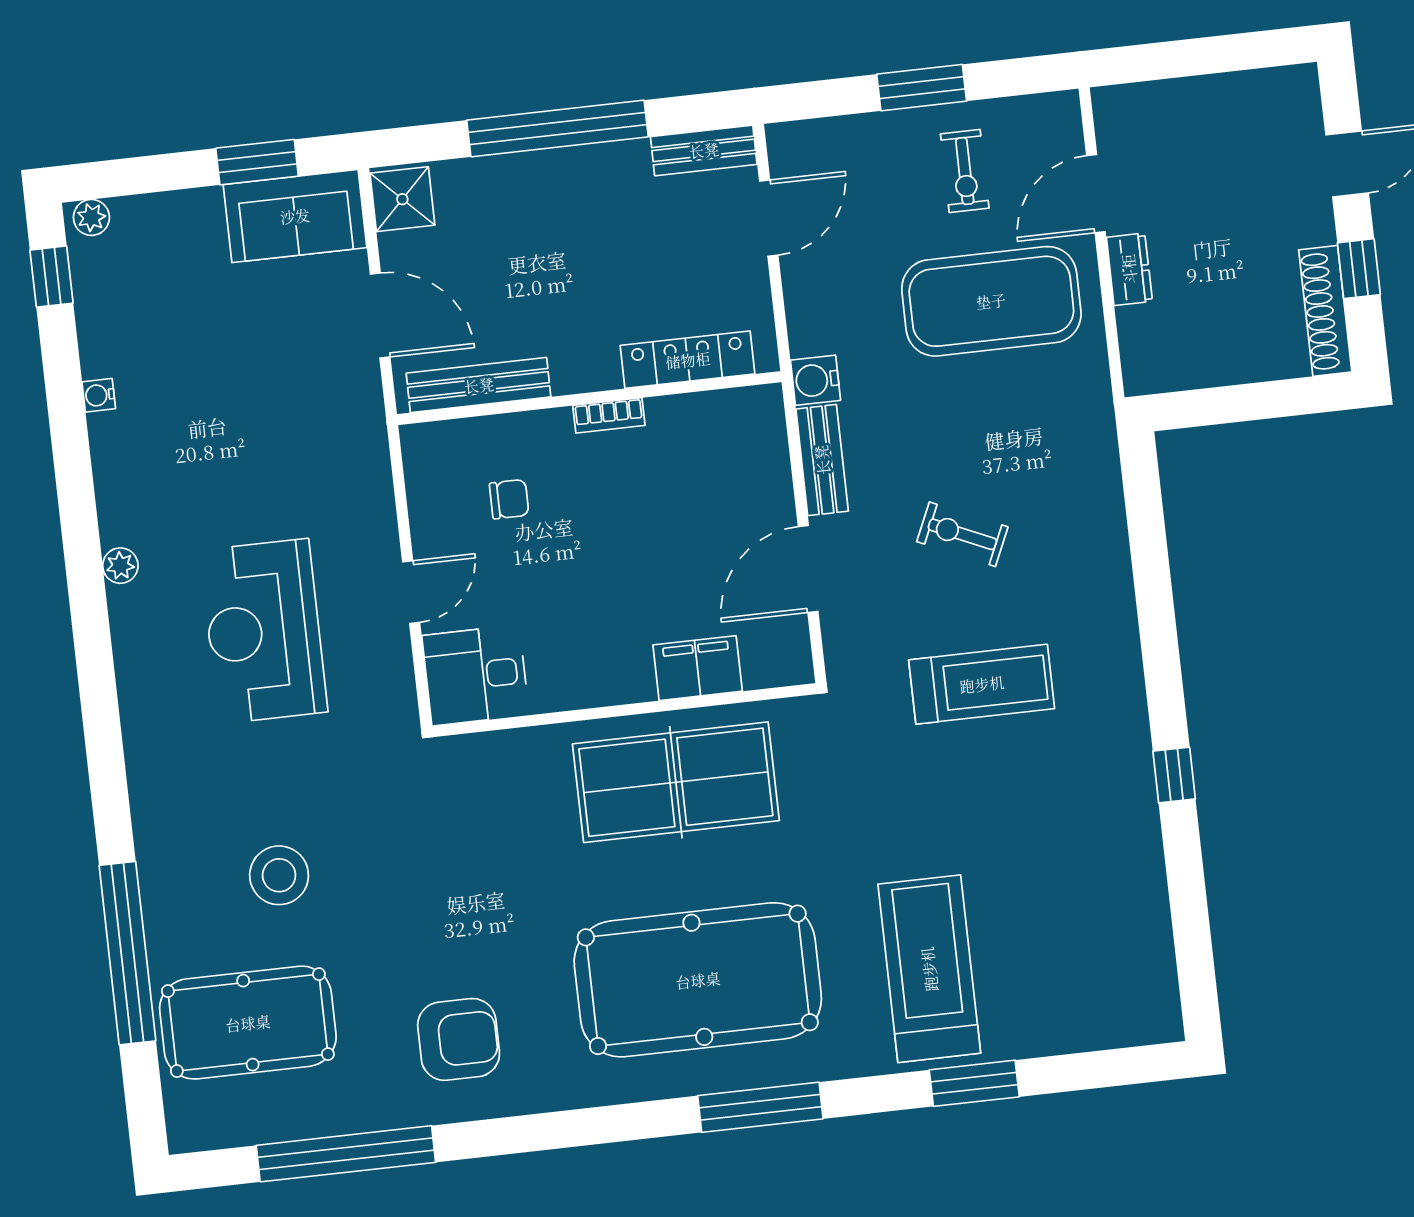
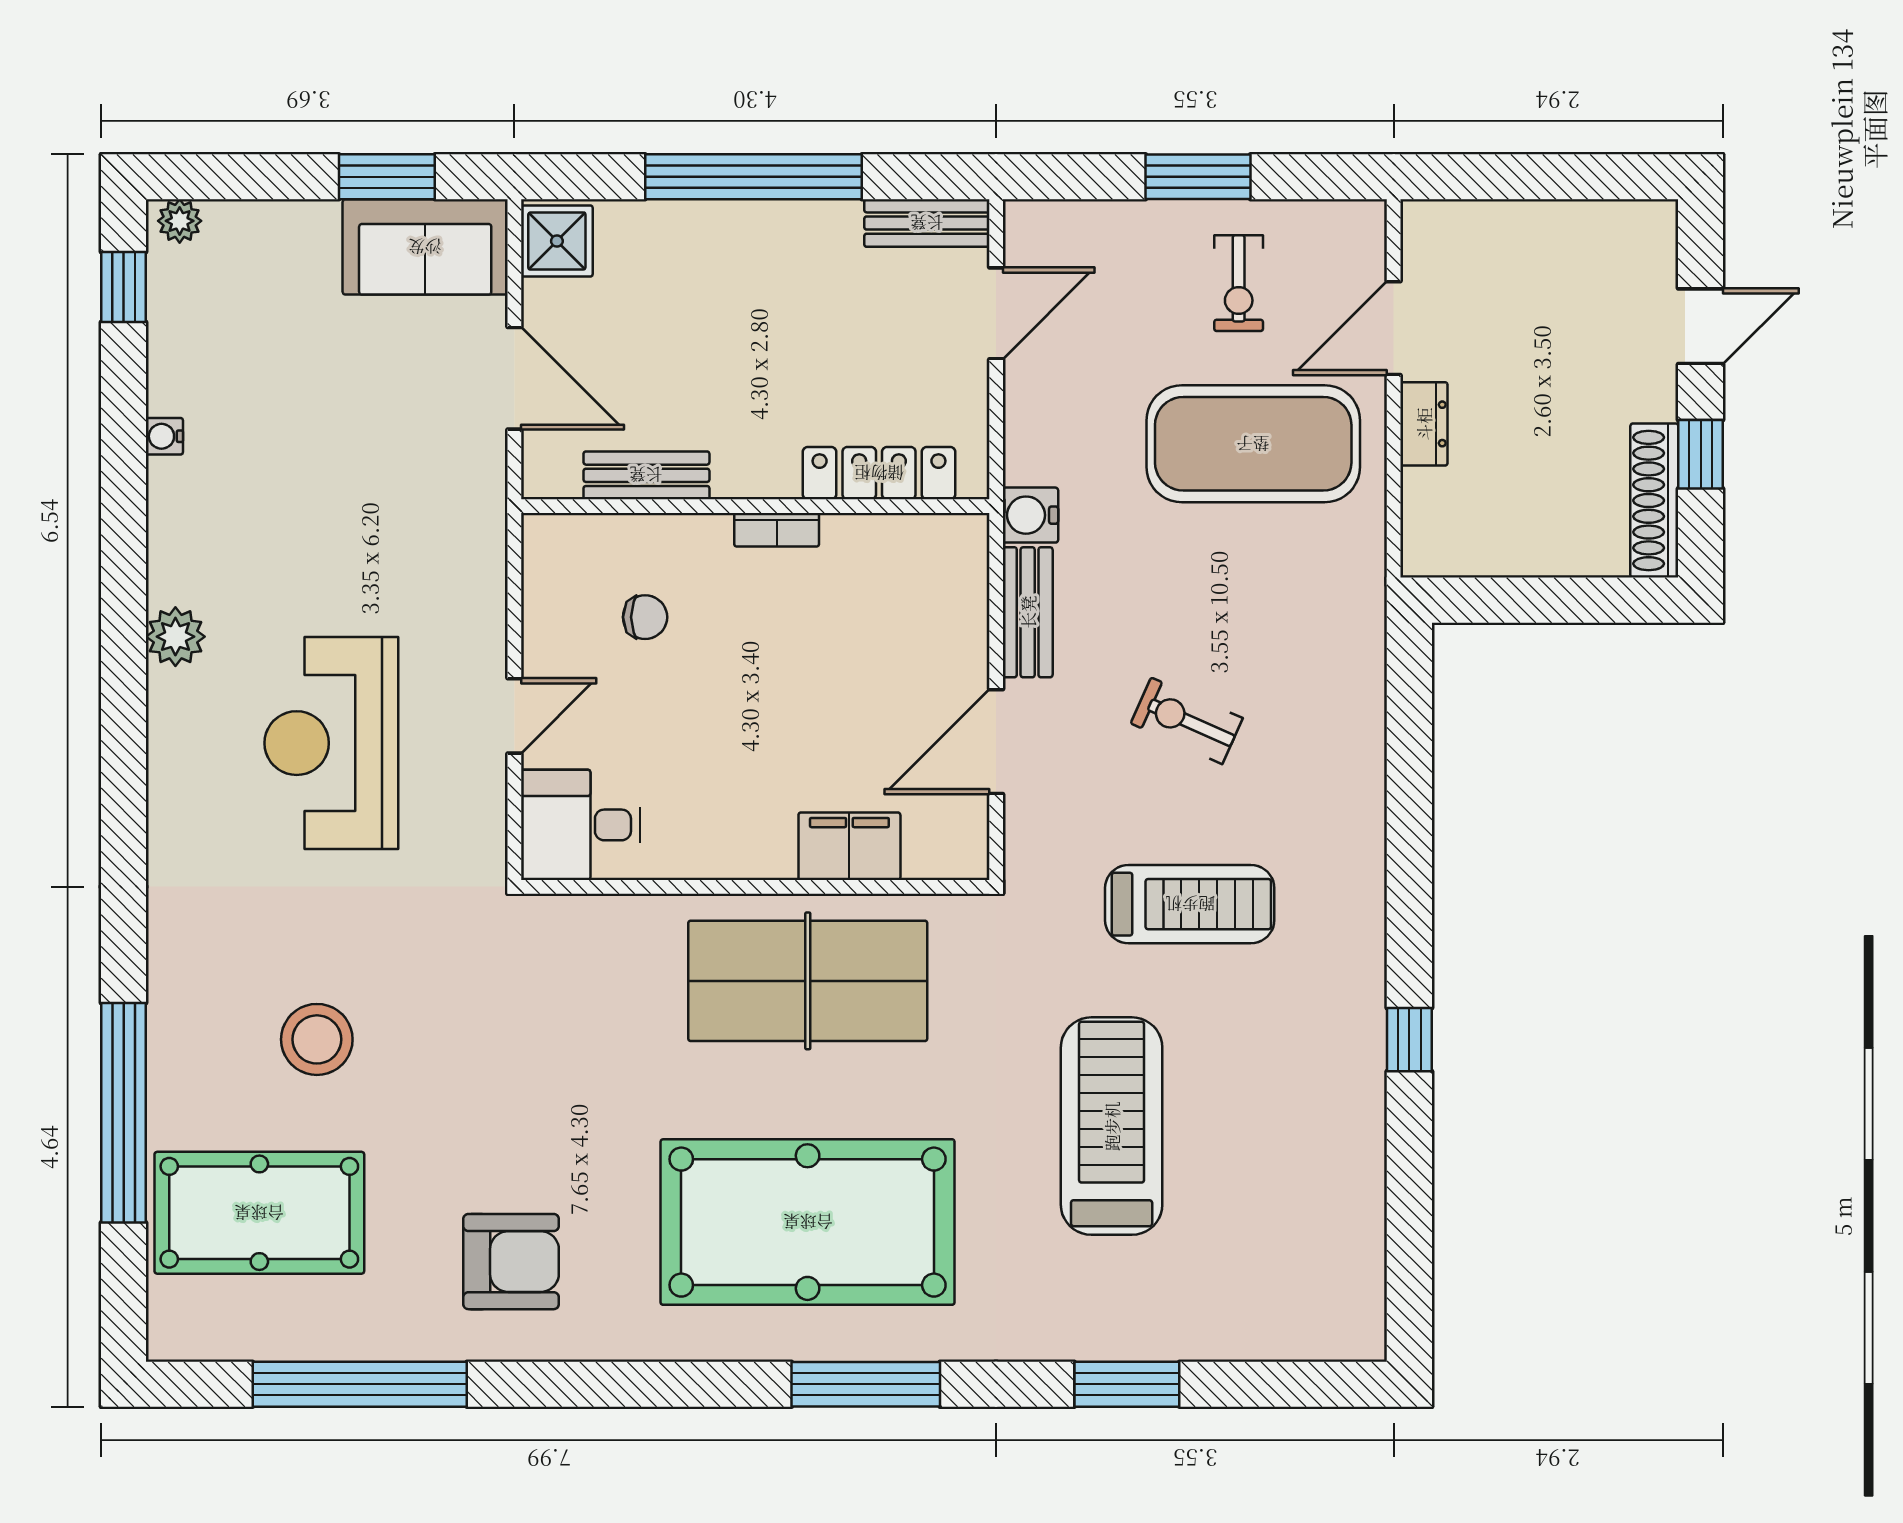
bench: (479, 385) -> (646, 475), width x0.73
plant: (120, 566) -> (175, 637), width x1.38, depth x1.38
treadmill: (929, 969) -> (1112, 1126), moved

